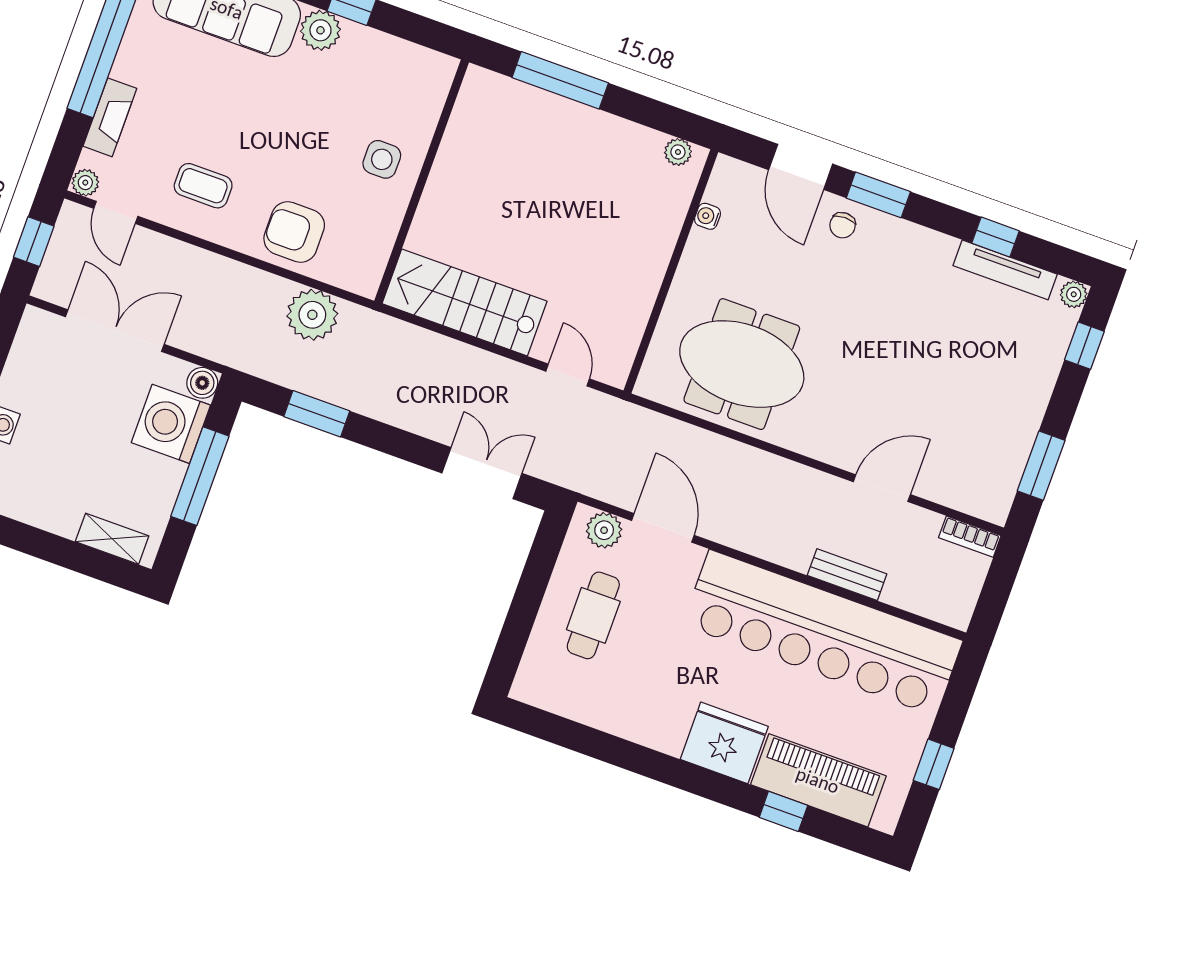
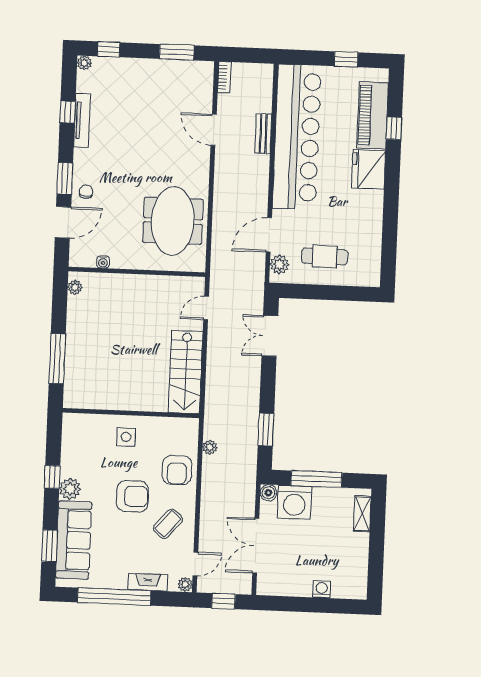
armchair: (272, 138) -> (132, 496), added
coffee table: (203, 186) -> (168, 524), turned 41
chair: (843, 225) -> (86, 192), turned -86
tv unit: (1005, 270) -> (82, 120), moved
plant: (312, 315) -> (210, 447), width x0.53, depth x0.53

